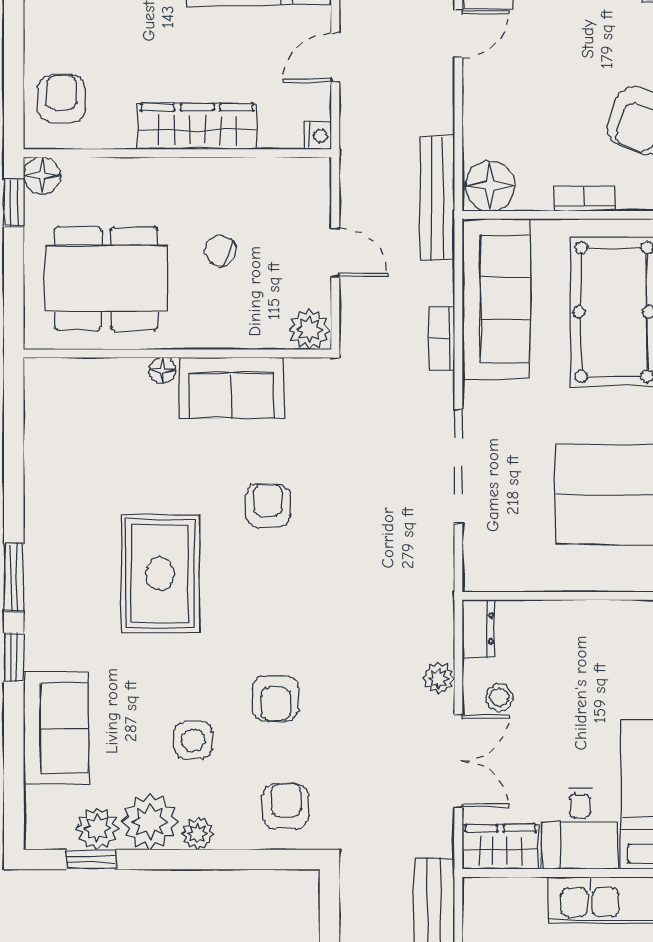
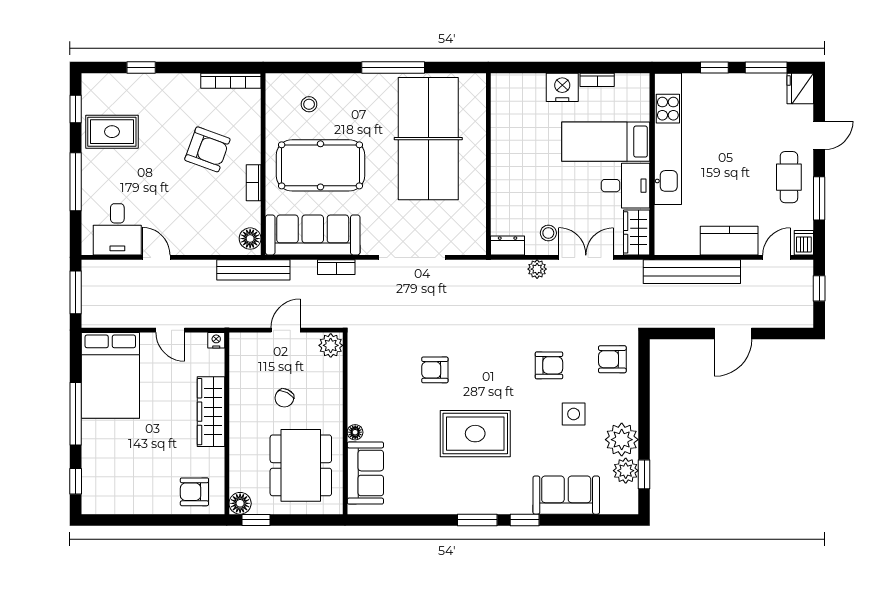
floor lamp: (490, 186) -> (250, 239), width x0.73, depth x0.73
sofa: (231, 388) -> (365, 473), moved
plant: (198, 834) -> (629, 411), removed

